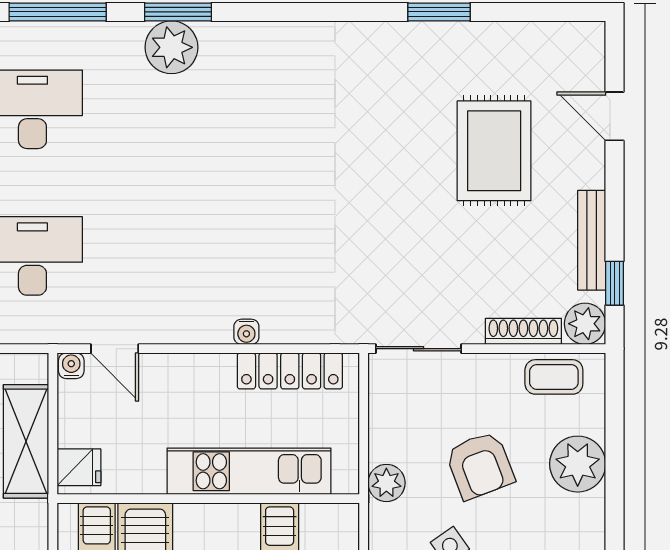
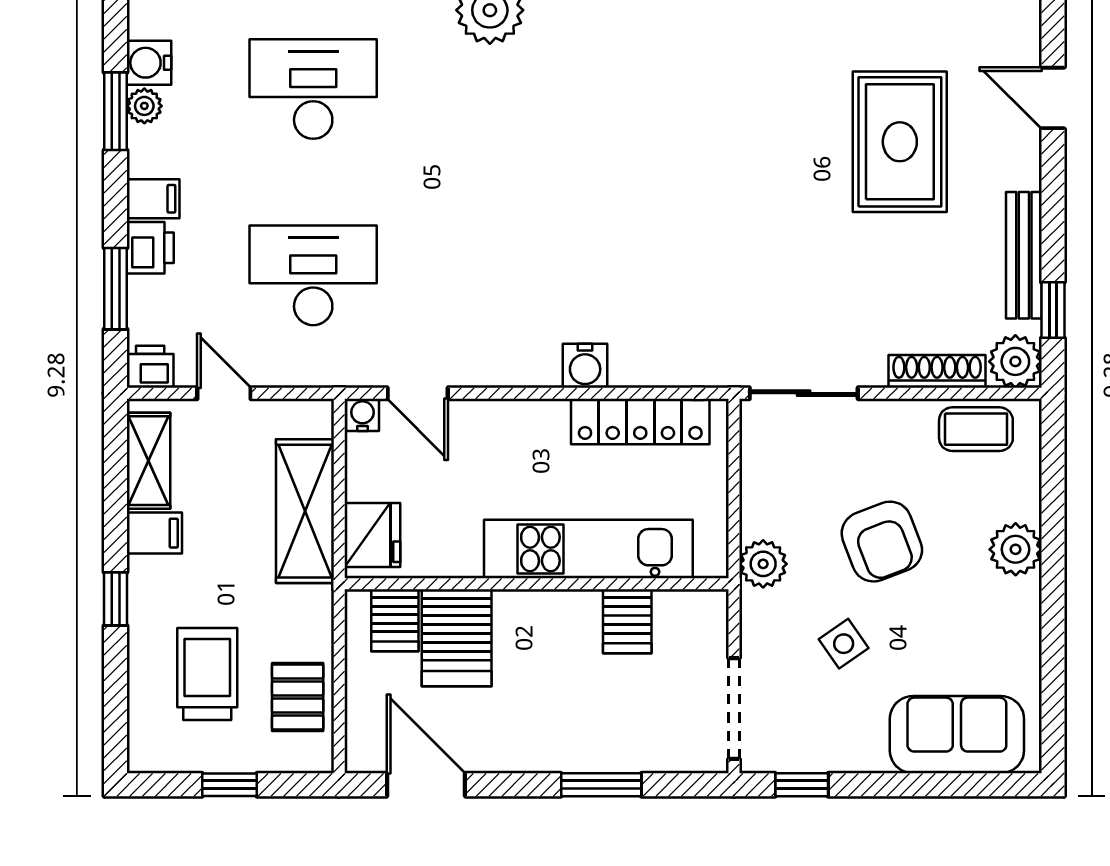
water cooler: (246, 332) -> (585, 366), width x1.38, depth x1.38
plant: (578, 464) -> (1016, 549), width x0.73, depth x0.73
fridge: (79, 467) -> (372, 535), width x1.38

